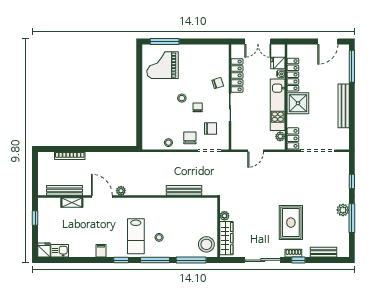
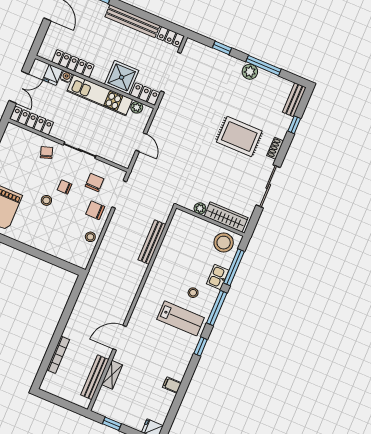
locker: (237, 75) -> (32, 121), moved
shower: (298, 103) -> (122, 77), moved
locker: (344, 139) -> (170, 37), added
plant: (121, 191) -> (122, 314), removed
kitchen sink: (60, 251) -> (218, 277), moved
filing cabinet: (101, 251) -> (172, 385), moved
bench: (323, 252) -> (294, 100), moved
window: (298, 260) -> (294, 125), moved

